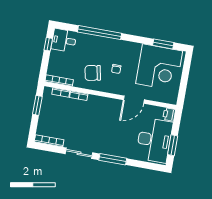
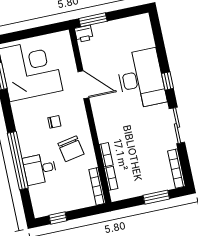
desk: (64, 40) -> (40, 169), moved, turned 90
window: (37, 105) -> (156, 197), moved
desk: (154, 140) -> (141, 79), moved, turned 90
window: (173, 145) -> (93, 20), moved
window: (113, 159) -> (167, 81), width x0.46

